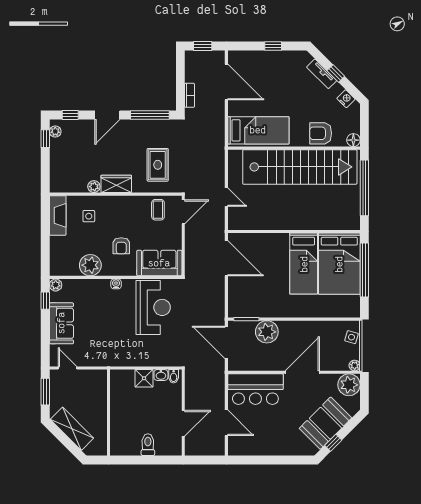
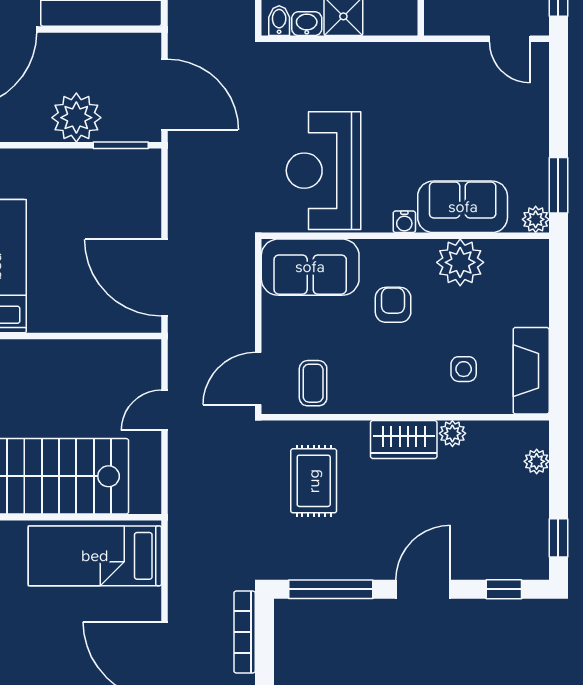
bookcase: (189, 95) -> (245, 632), width x1.56
plant: (55, 131) -> (537, 461), moved
door: (226, 197) -> (164, 410), hinge flipped
window: (45, 301) -> (558, 185), width x1.50
sofa: (61, 323) -> (463, 207), moved, turned 90

